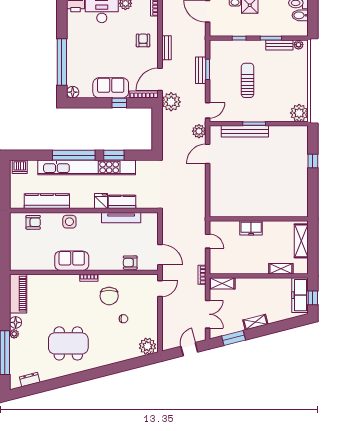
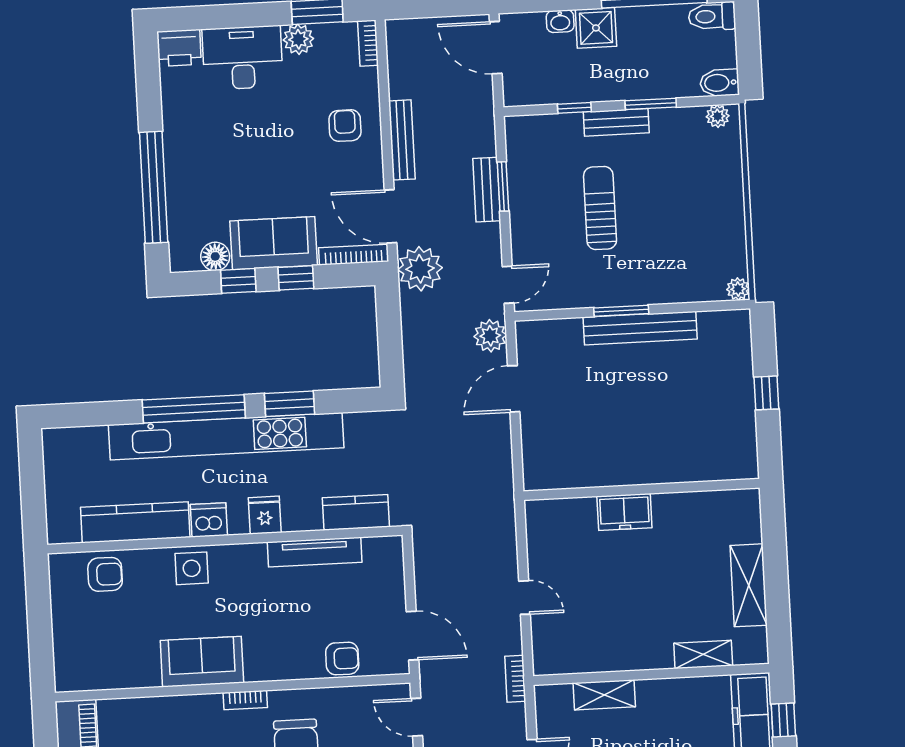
bidet: (300, 15) -> (719, 83), moved
bench: (279, 45) -> (616, 122), moved
bench: (166, 48) -> (402, 140), width x1.36
door: (160, 79) -> (390, 216), hinge flipped
floor lamp: (73, 92) -> (215, 256), moved
window: (95, 103) -> (238, 281), added
plant: (299, 113) -> (738, 289), width x0.53, depth x0.53
bench: (245, 131) -> (640, 328), moved
dishwasher: (20, 167) -> (209, 520), moved, turned 180
kitchen counter: (122, 202) -> (356, 512), moved
wall: (259, 219) -> (642, 489), moved
freezer: (251, 228) -> (624, 512), moved
armchair: (130, 263) -> (342, 659), turned 180
shelving: (222, 283) -> (604, 695), moved
door: (160, 289) -> (417, 717), swing flipped

